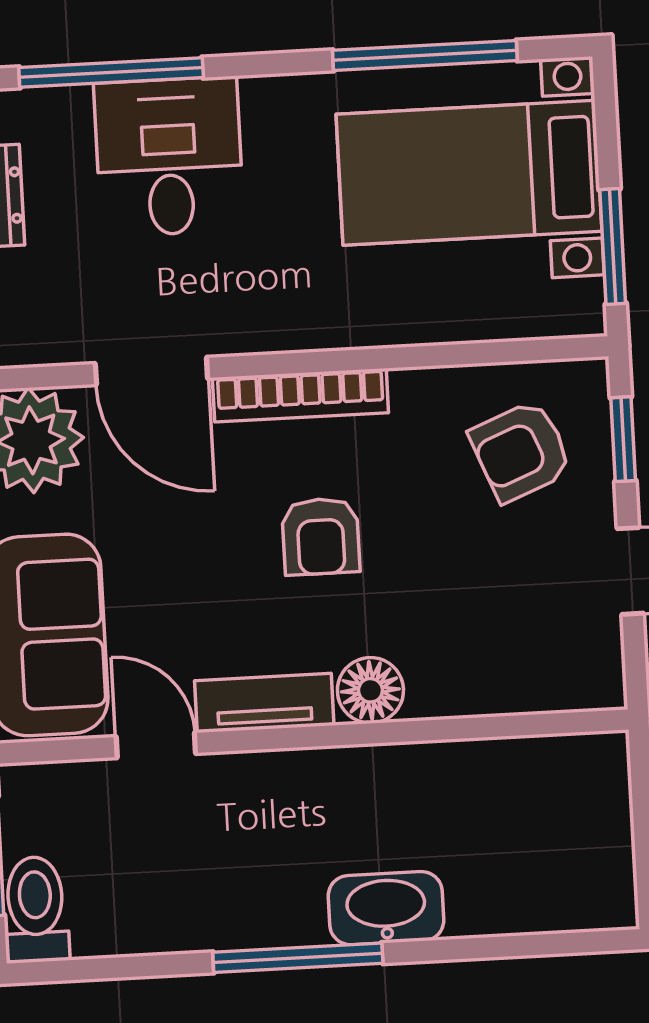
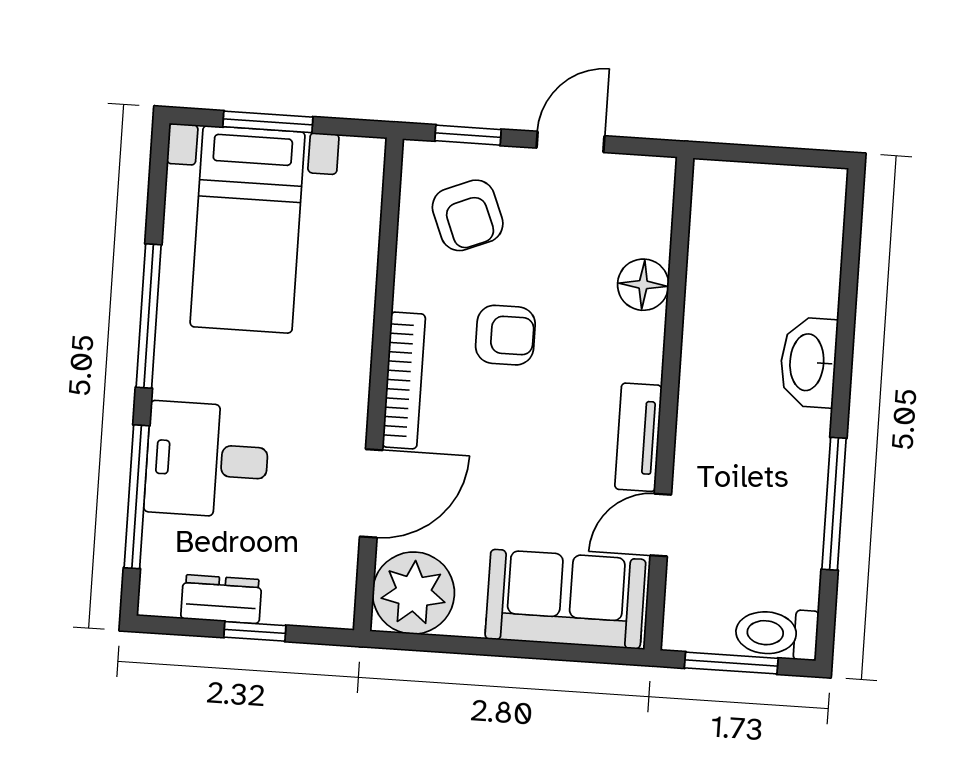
window: (425, 55) -> (149, 316), moved
window: (613, 247) -> (268, 122), moved
armchair: (321, 536) -> (505, 335), moved
floor lamp: (370, 690) -> (643, 285), moved
window: (298, 958) -> (834, 504), moved

